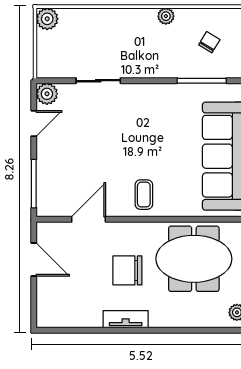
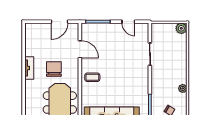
plant: (47, 94) -> (143, 28), removed

